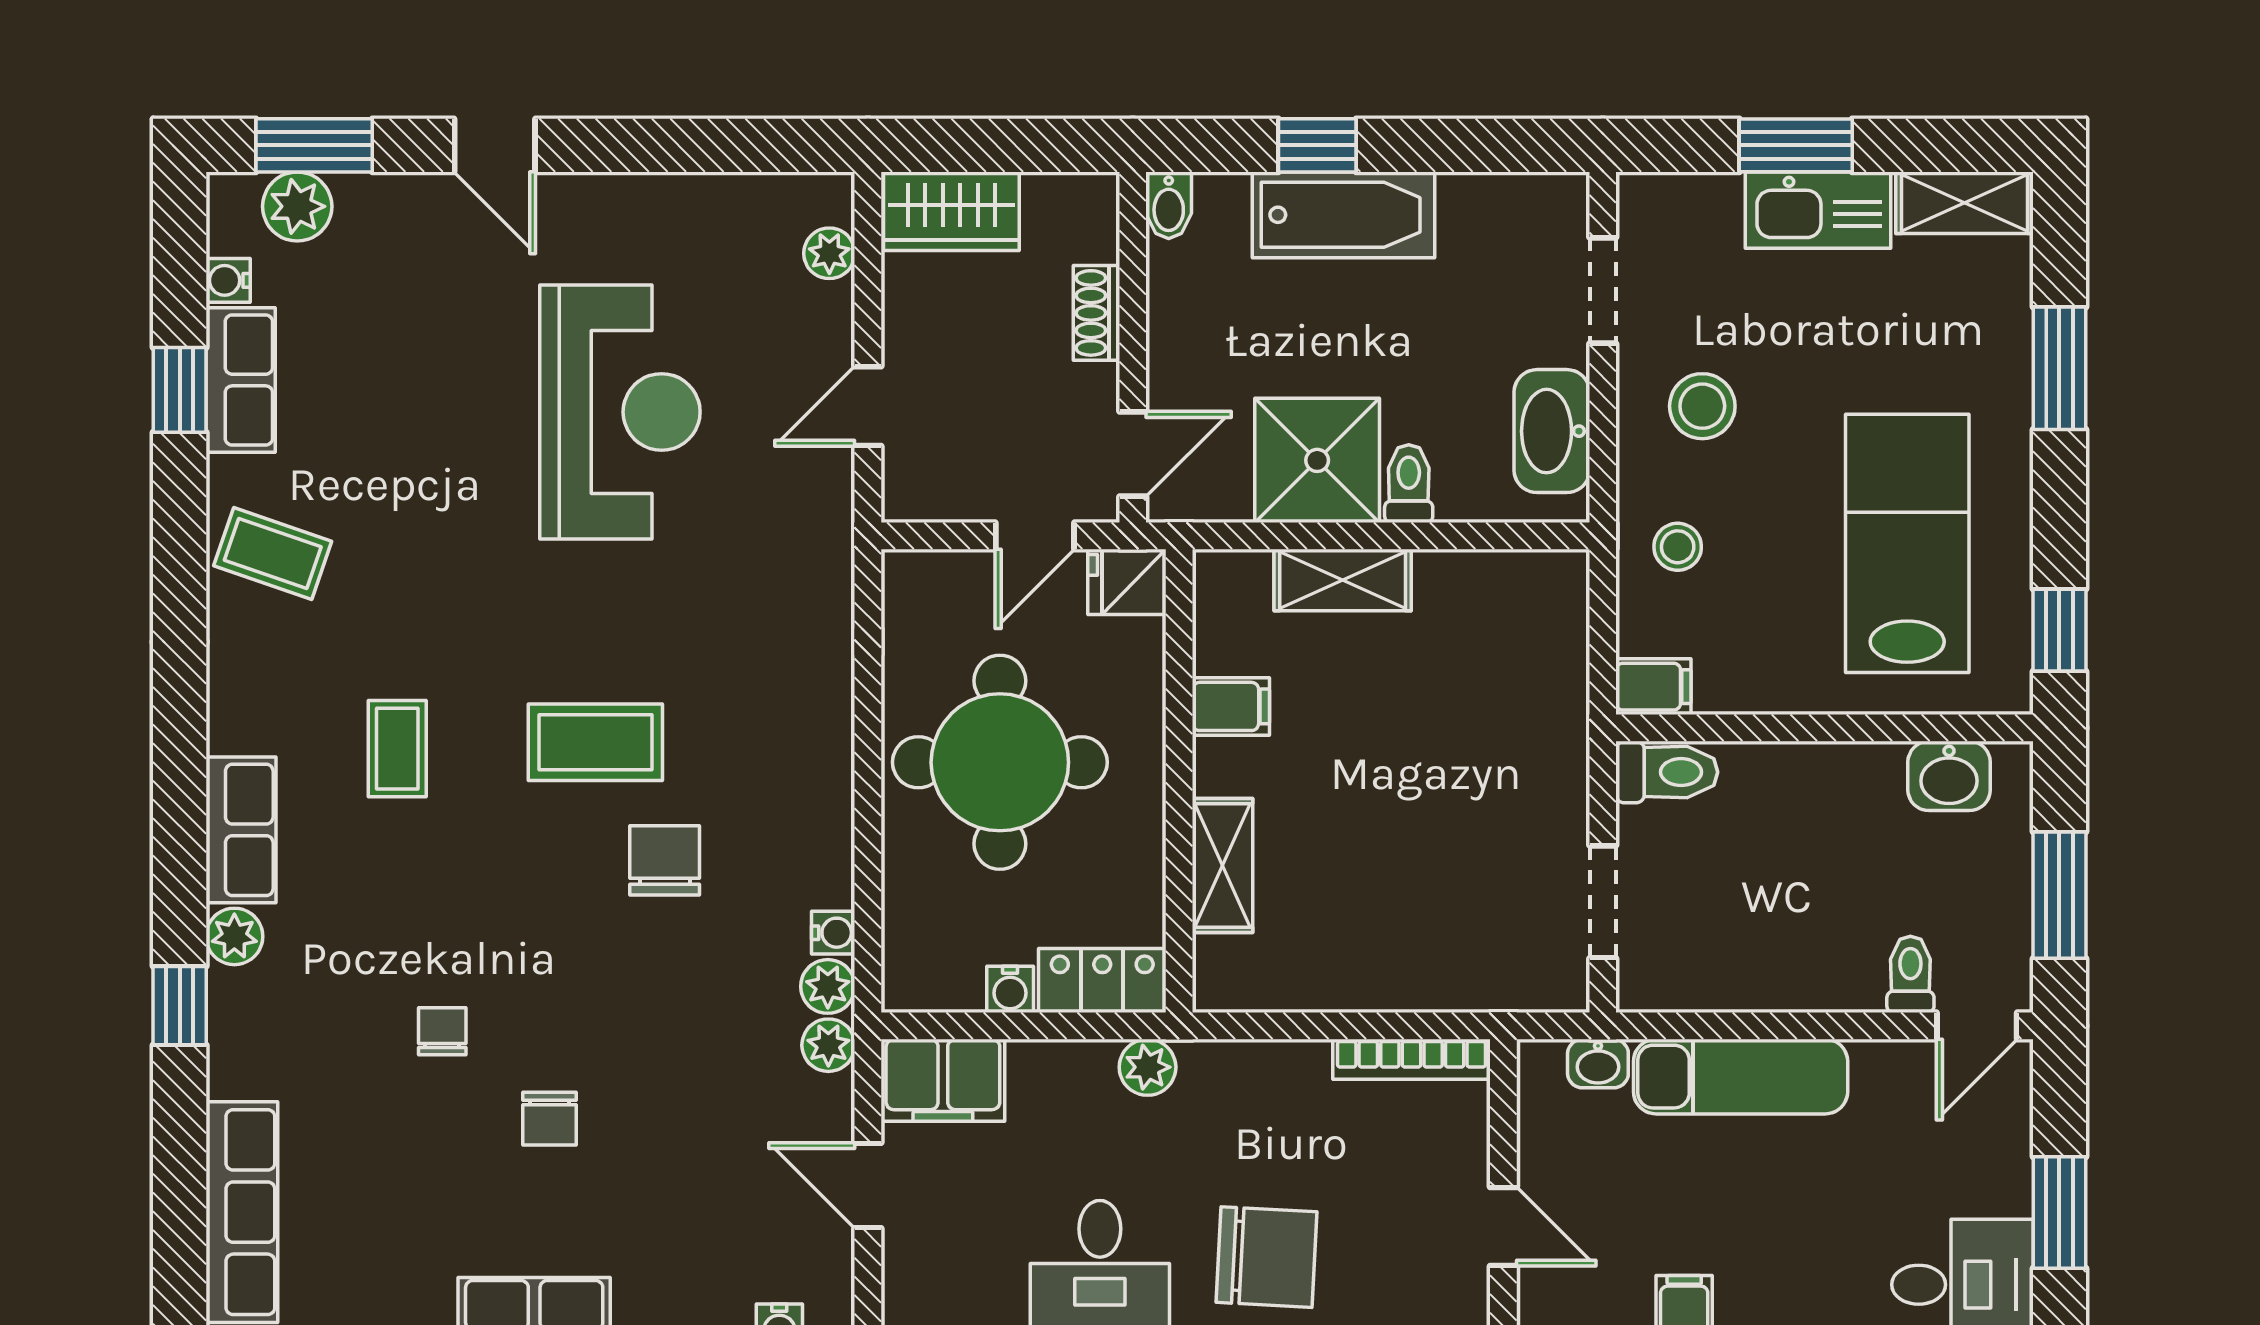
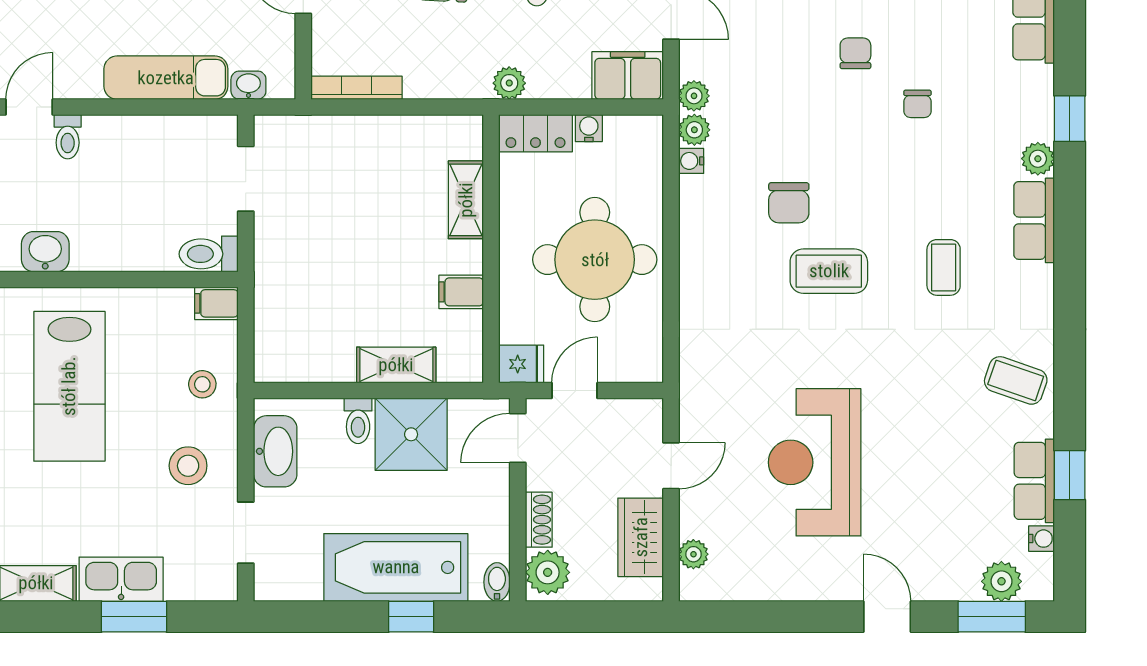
wardrobe: (951, 211) -> (641, 537), moved, turned -90
bathtub: (1343, 215) -> (396, 567), width x1.36, depth x1.36
plant: (1081, 222) -> (548, 572), added

